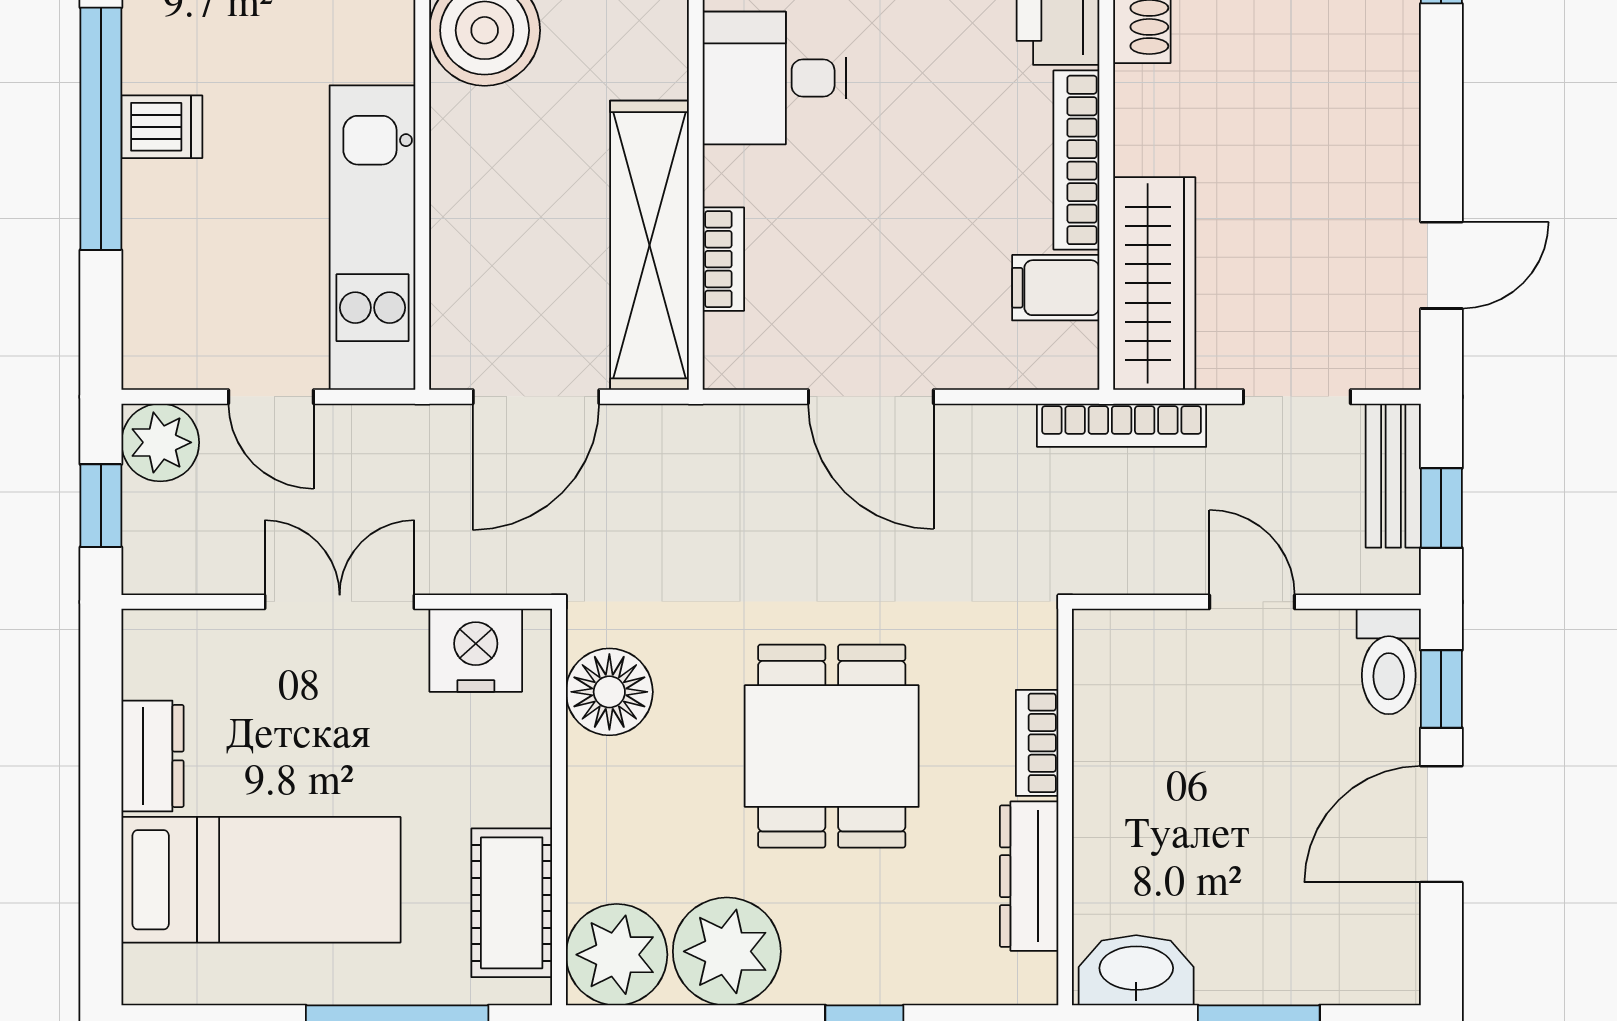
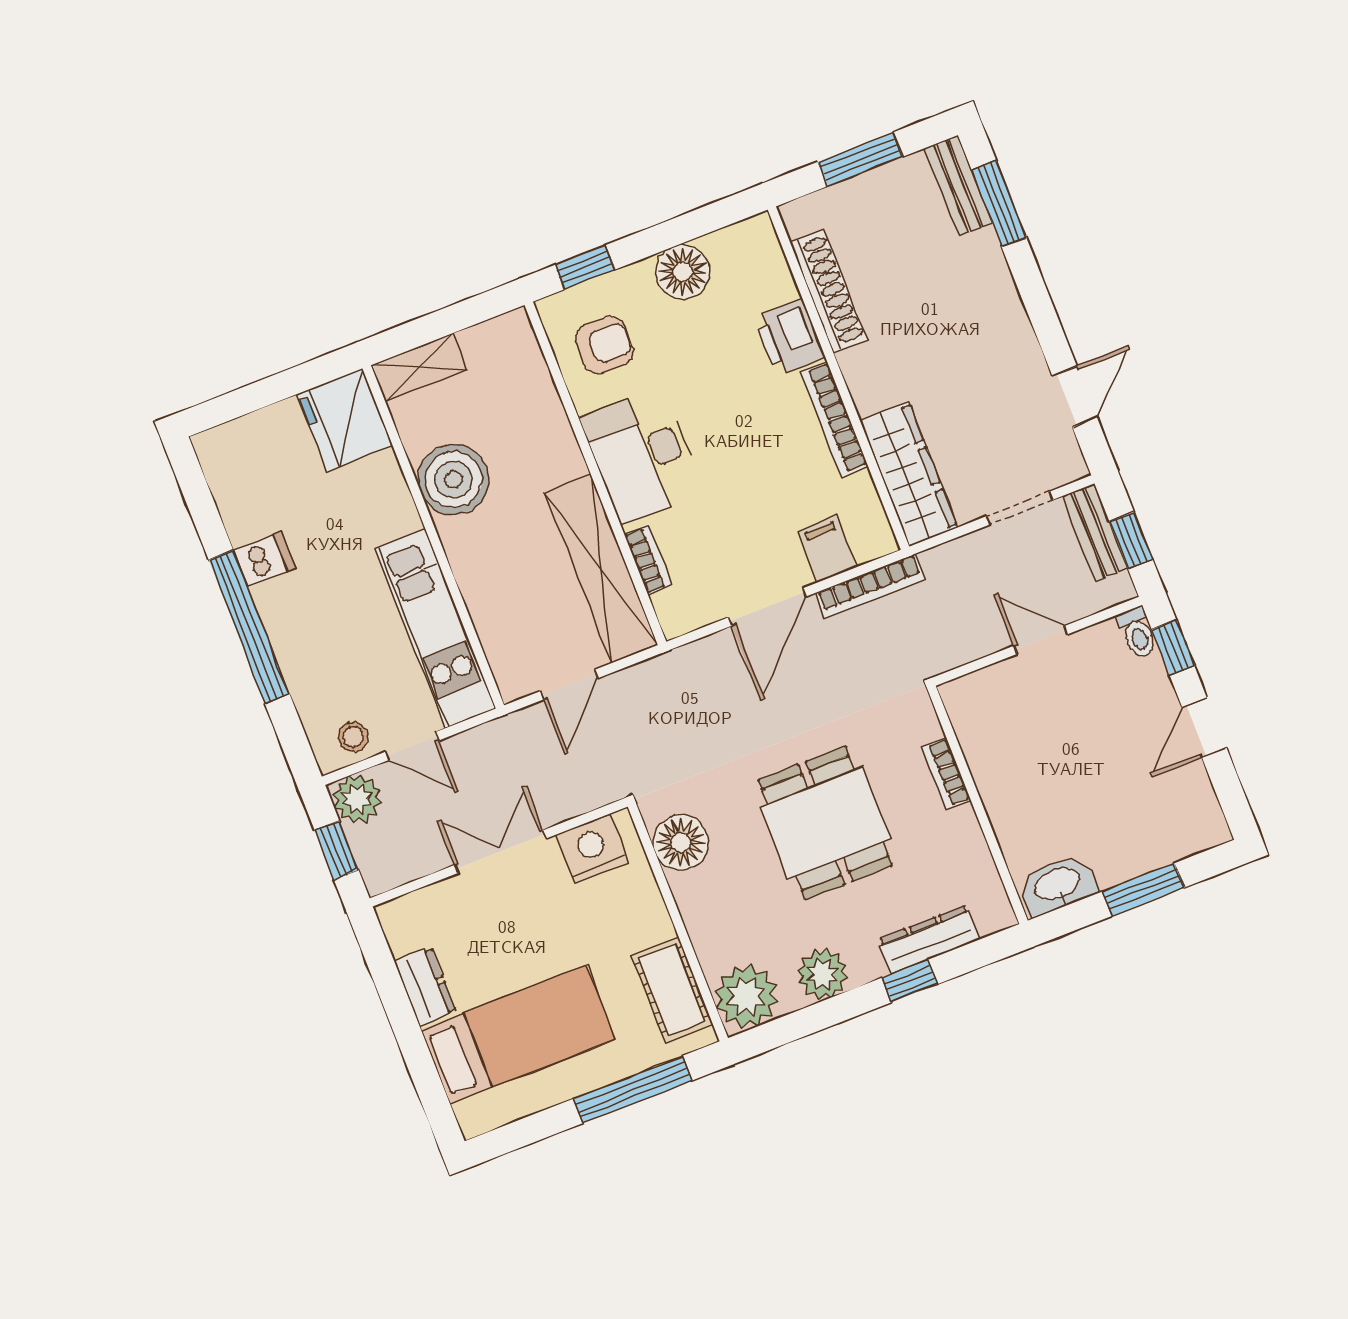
desk: (774, 78) -> (642, 455), width x1.37
dishwasher: (162, 127) -> (264, 559), moved
filing cabinet: (1056, 288) -> (827, 549), moved, turned 90
stool: (190, 350) -> (353, 737), added
door: (536, 397) -> (569, 685), width x0.73
door: (871, 397) -> (767, 607), hinge flipped
bookcase: (1122, 425) -> (870, 586), moved
toilet: (1389, 661) -> (1137, 633), width x0.73, depth x0.72
door: (1441, 824) -> (1204, 728), width x0.73
dresser: (1029, 876) -> (929, 940), moved, turned 90
plant: (727, 951) -> (823, 974), width x0.73, depth x0.73

